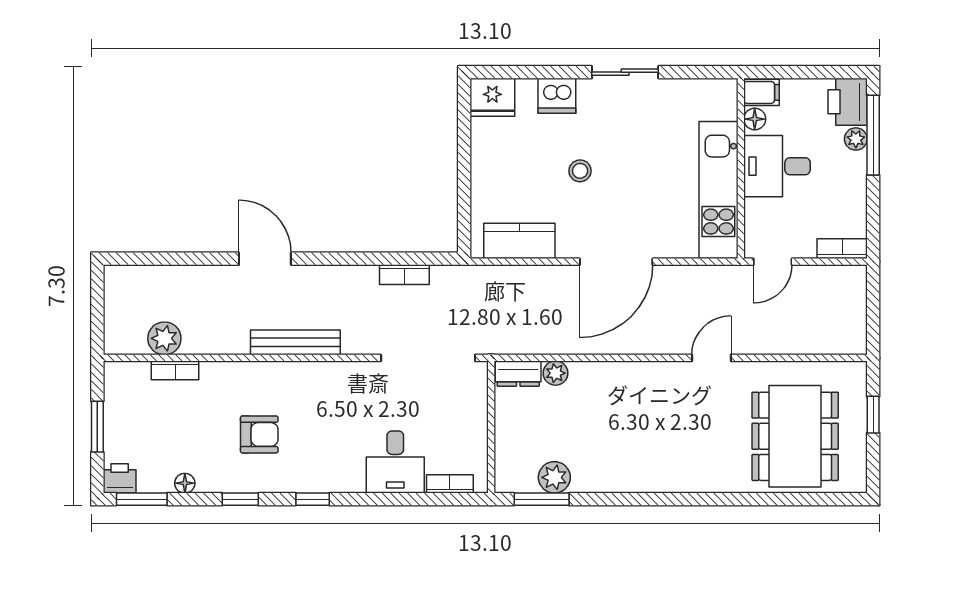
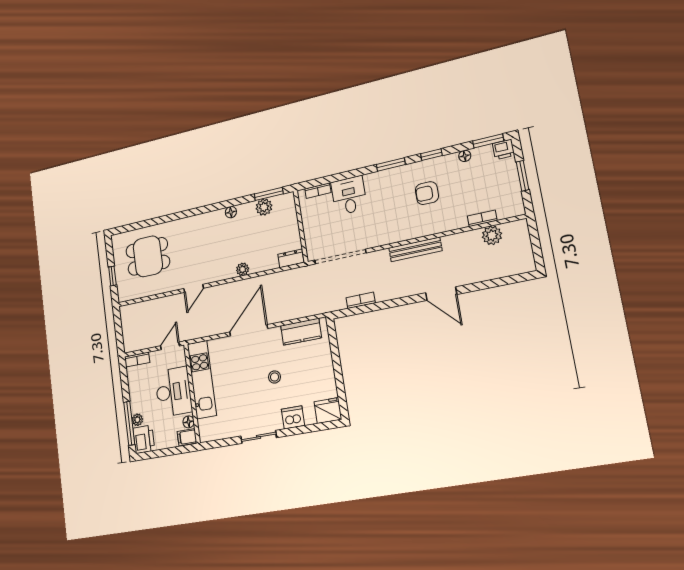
desk: (777, 166) -> (173, 392), width x1.37
plant: (556, 373) -> (243, 269), moved
dining table: (795, 436) -> (148, 256), width x0.73
floor lamp: (619, 482) -> (231, 212), added
window: (313, 499) -> (391, 164), width x1.50

